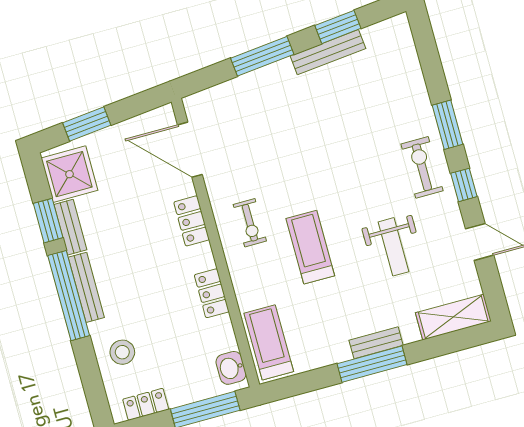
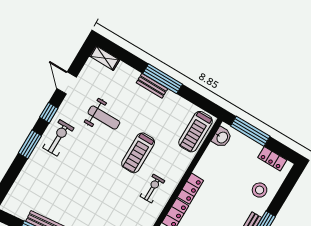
exercise bike: (422, 167) -> (58, 138), turned 180
weight bench: (393, 247) -> (104, 118), turned 90
locker: (212, 293) -> (190, 189), moved
shelving: (453, 317) -> (104, 58), width x0.67, depth x0.75

